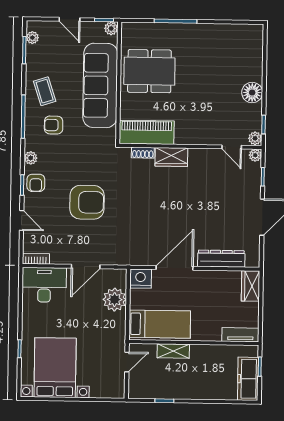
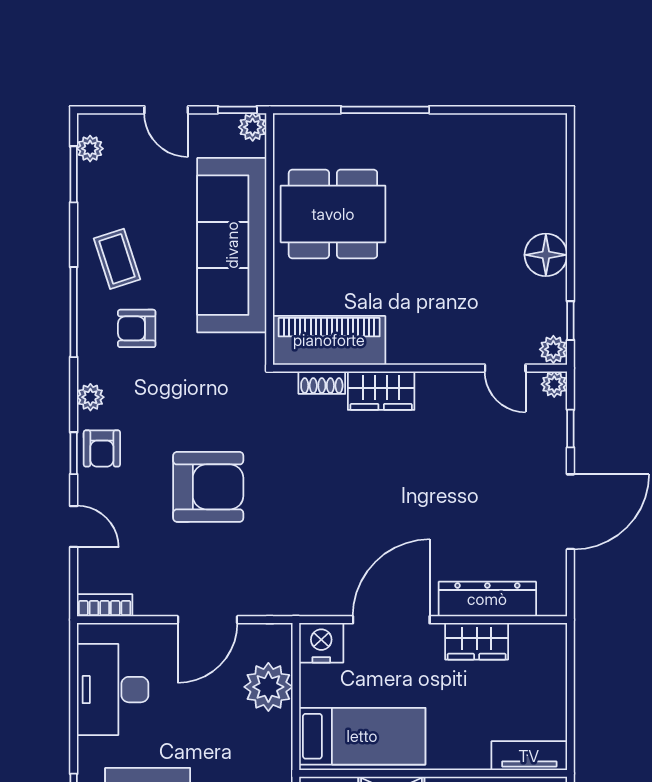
desk: (44, 285) -> (113, 690), moved, turned -90
wardrobe: (251, 286) -> (477, 641), moved, turned -90

